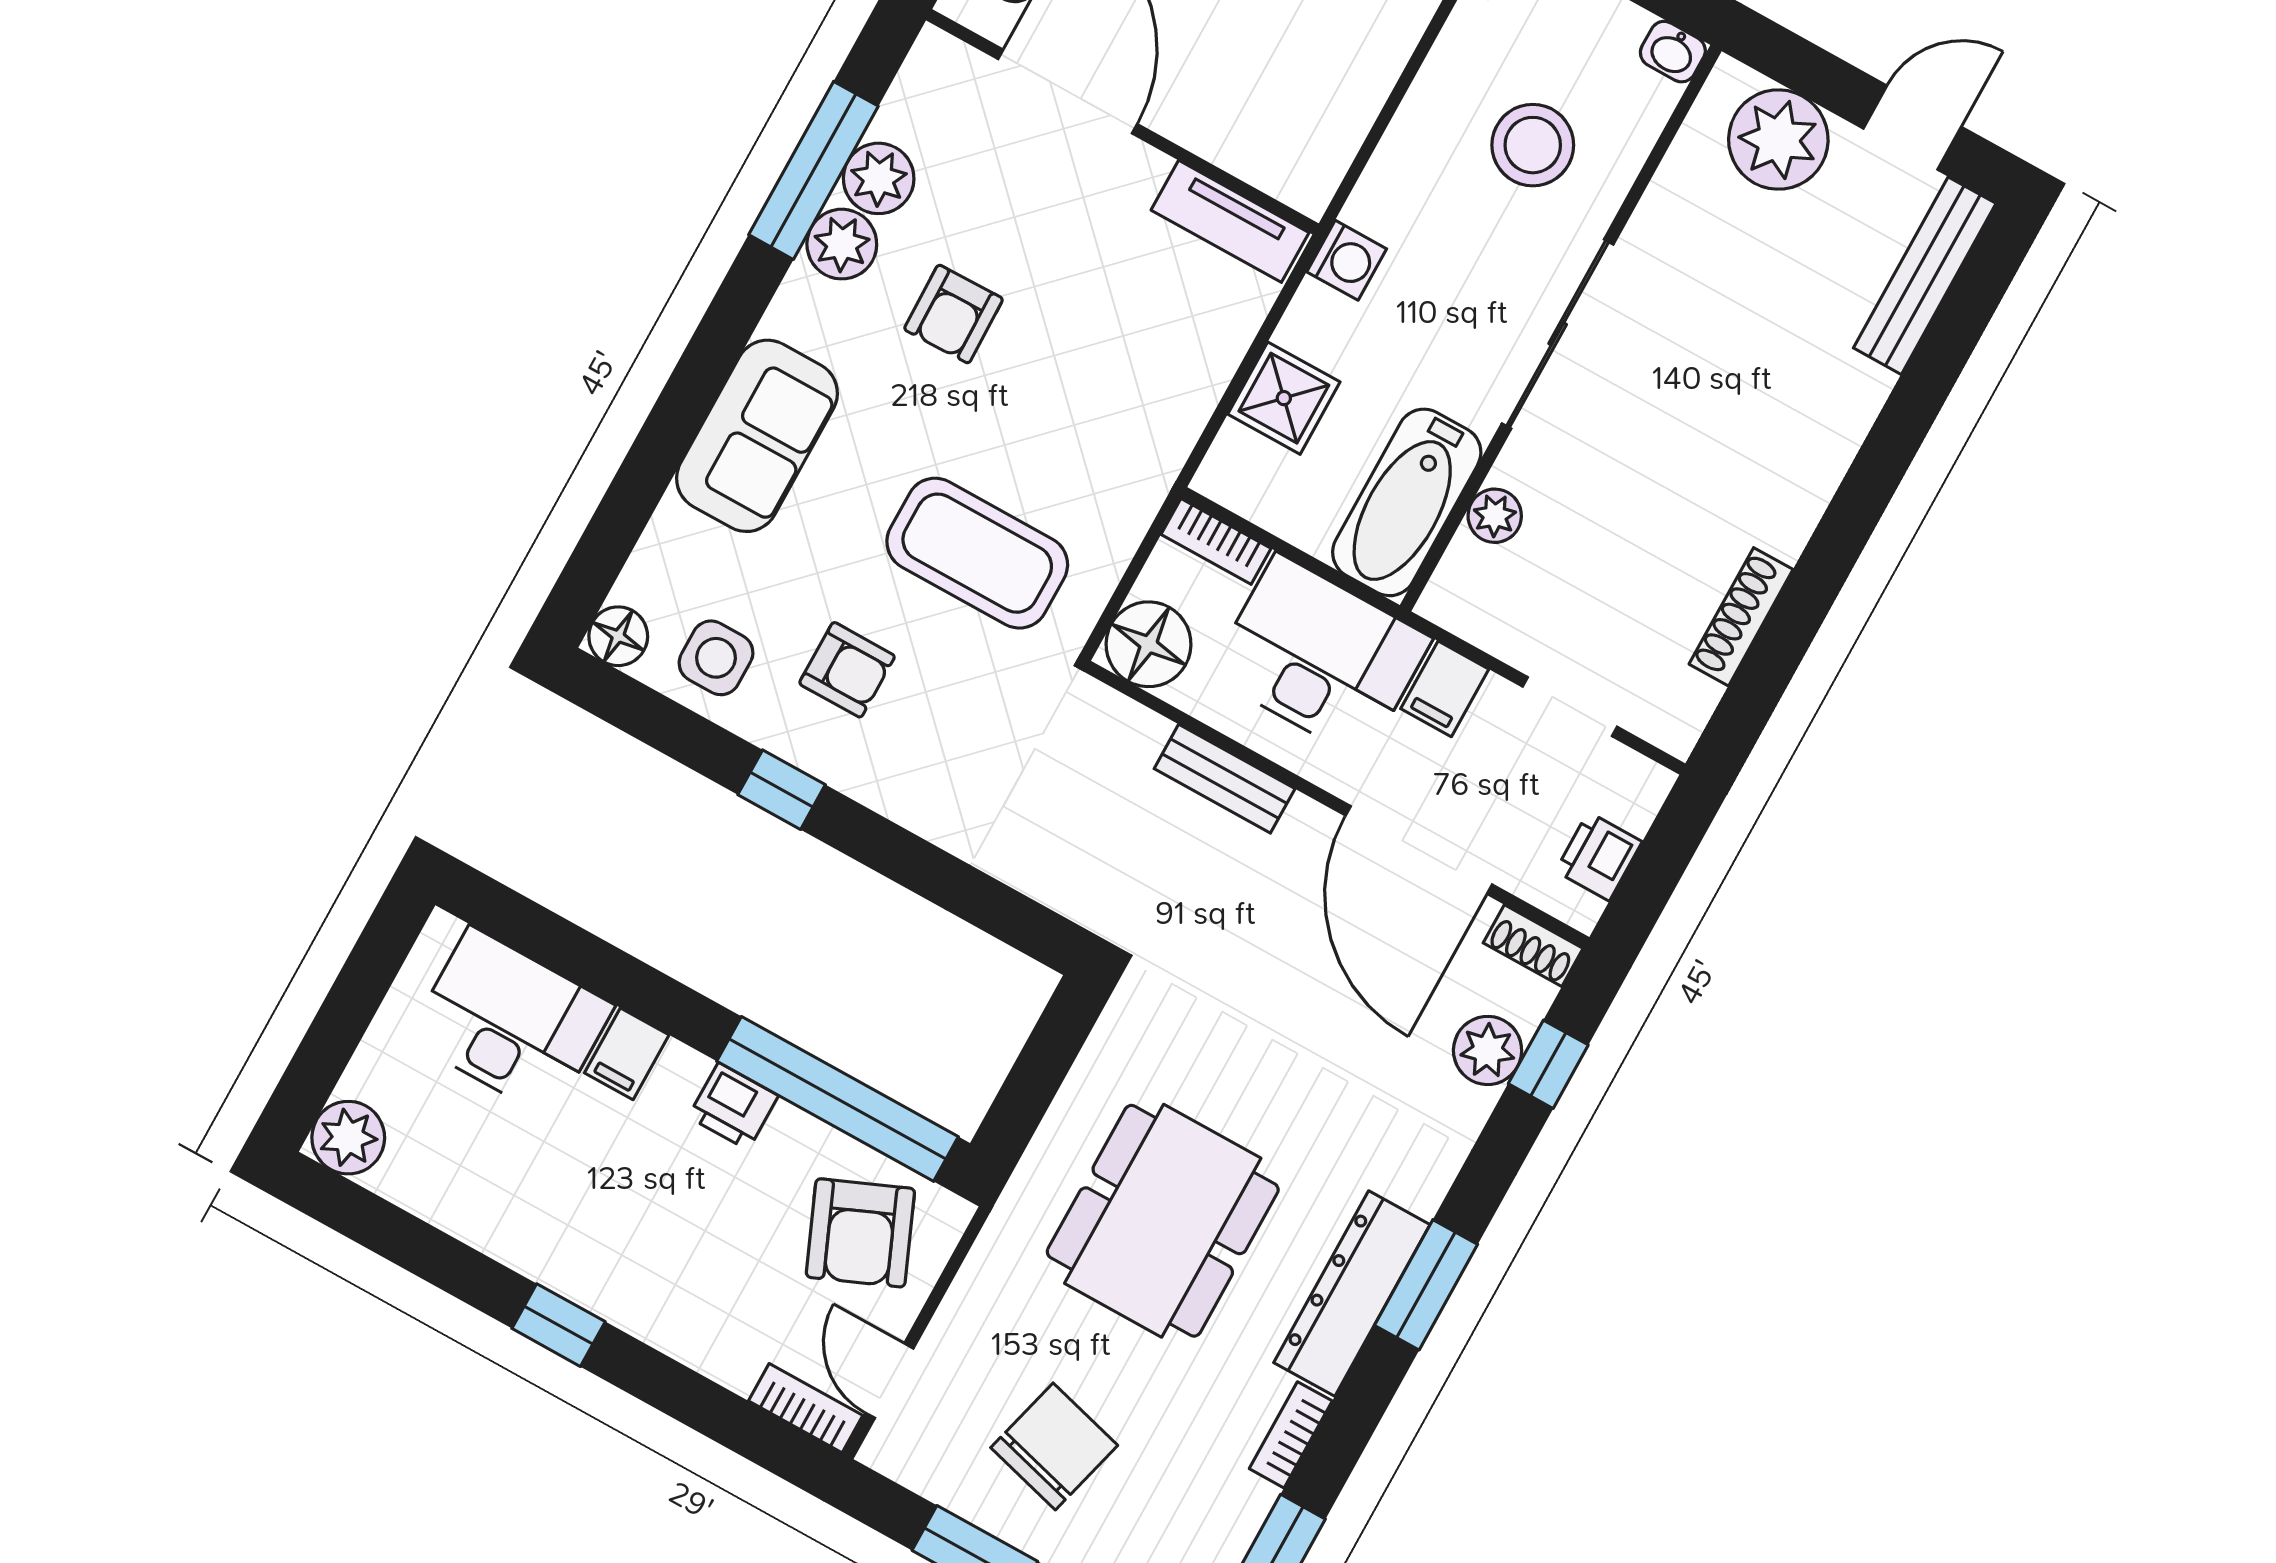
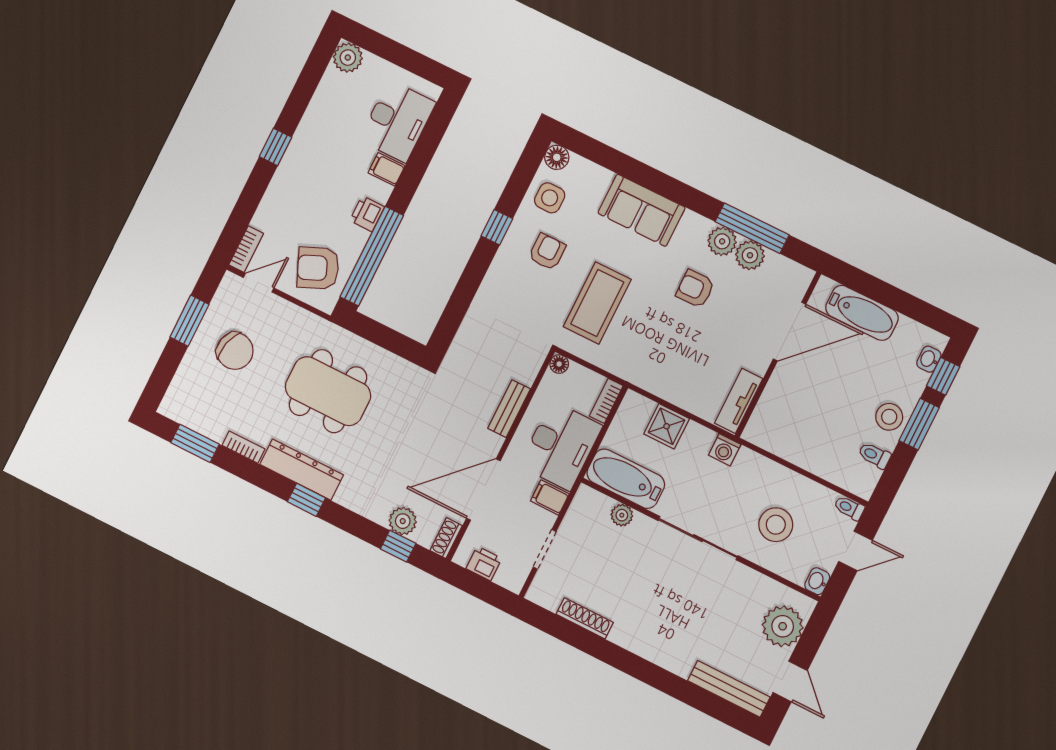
floor lamp: (1149, 644) -> (559, 364), width x0.53, depth x0.53
armchair: (847, 670) -> (547, 252), turned 180
window: (1426, 1285) -> (306, 500), width x0.67

